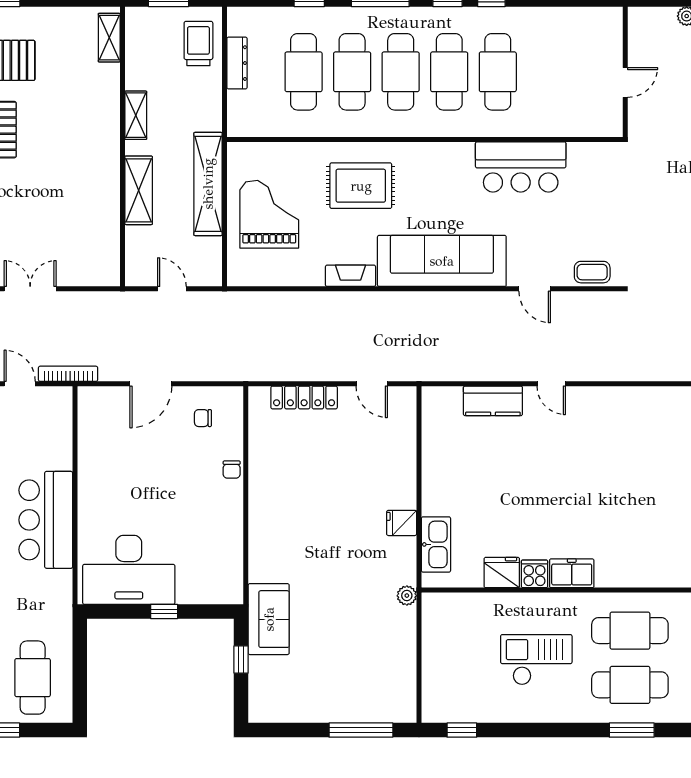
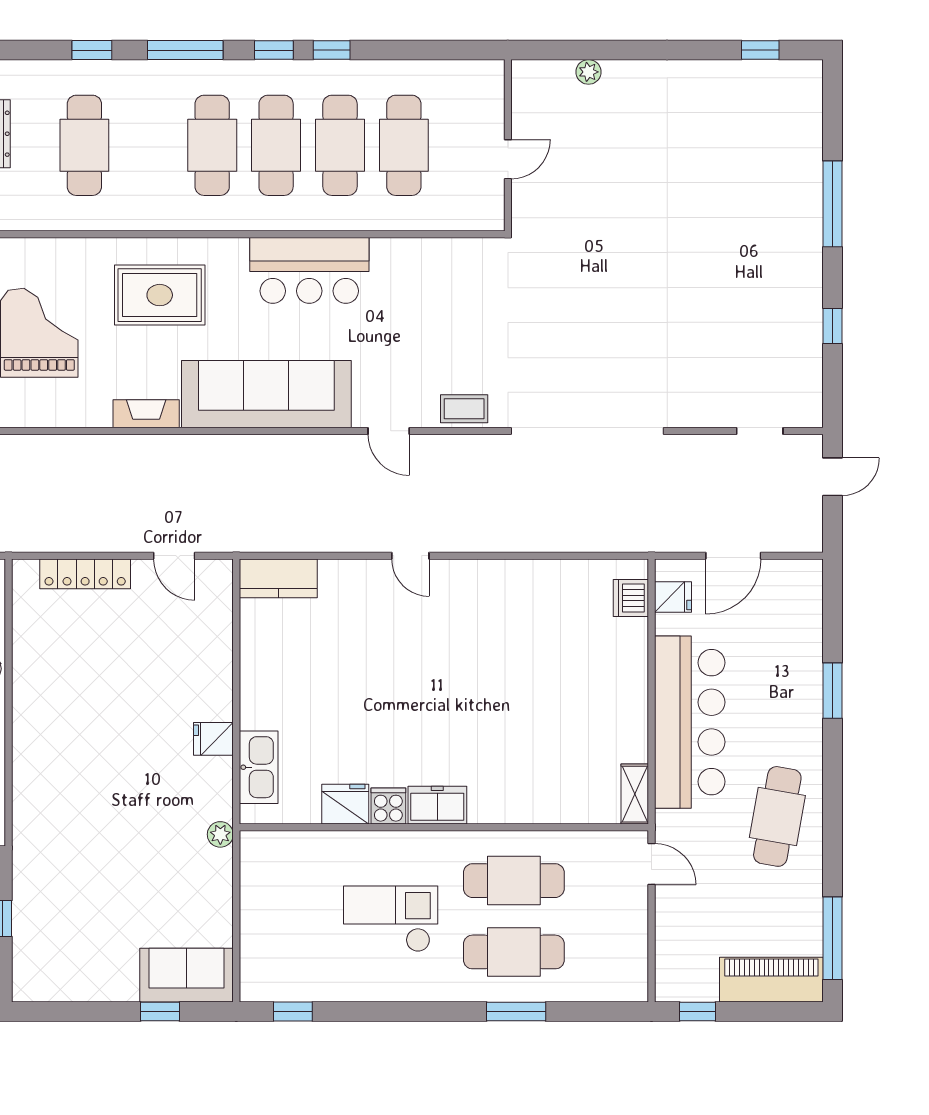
cafe table: (352, 72) -> (404, 145), moved
bar counter: (521, 167) -> (309, 270), moved
kitchen counter: (493, 401) -> (278, 578), moved
sofa: (269, 619) -> (187, 975), moved, turned -90
window: (361, 730) -> (160, 1011), width x0.46

